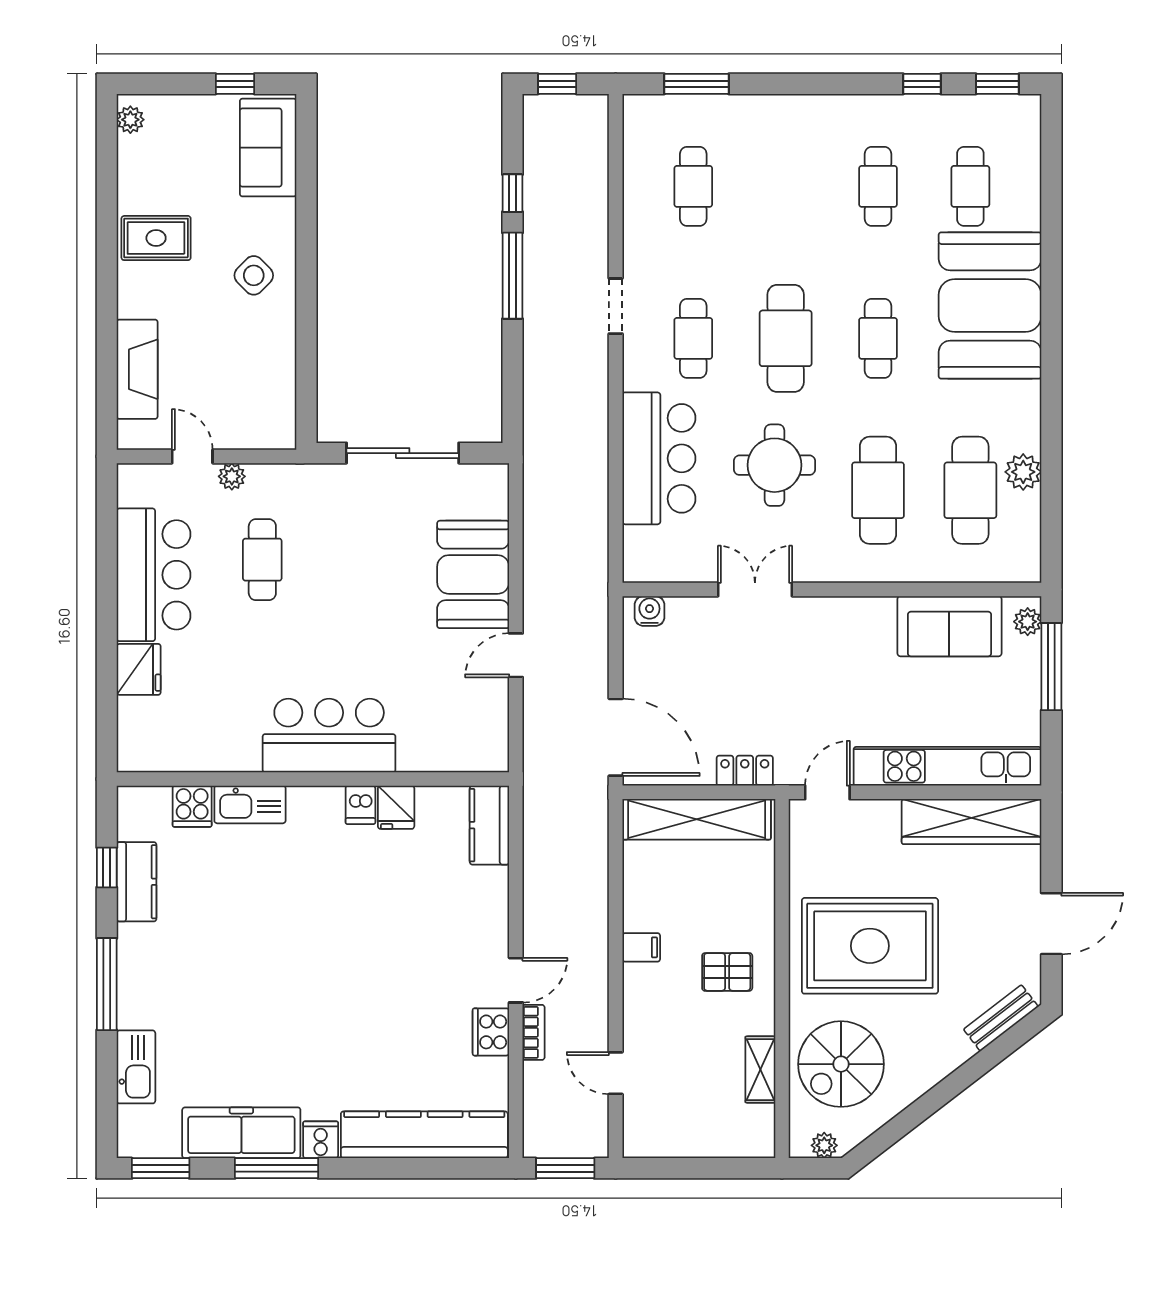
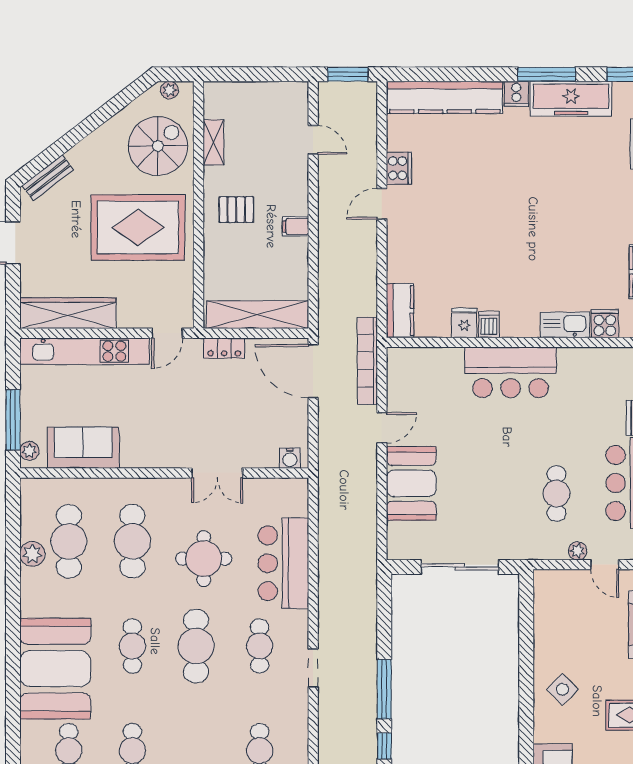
bookcase: (534, 1032) -> (367, 361), moved, width x2.31, depth x1.31

